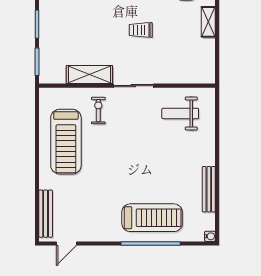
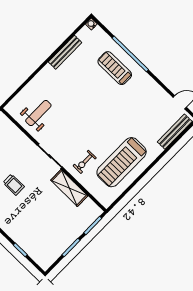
weight bench: (180, 113) -> (38, 113), turned -90
treadmill: (66, 142) -> (122, 162), turned 180
treadmill: (152, 218) -> (115, 68), width x0.73, depth x0.73

